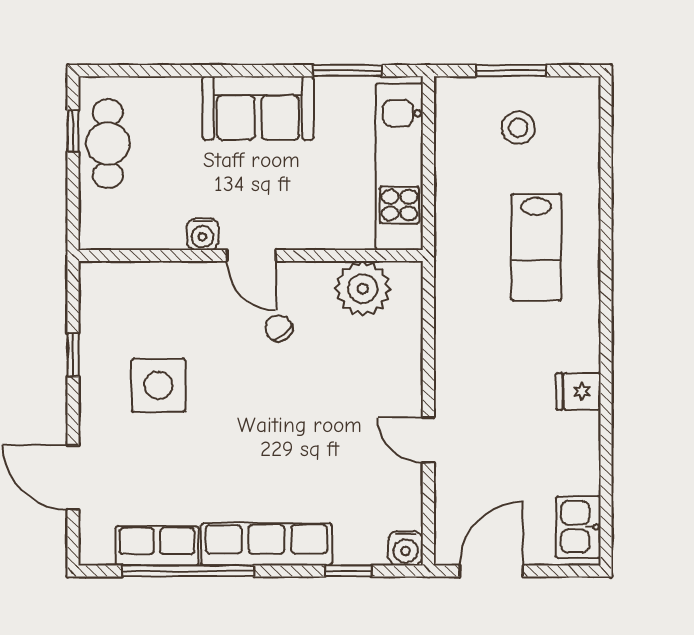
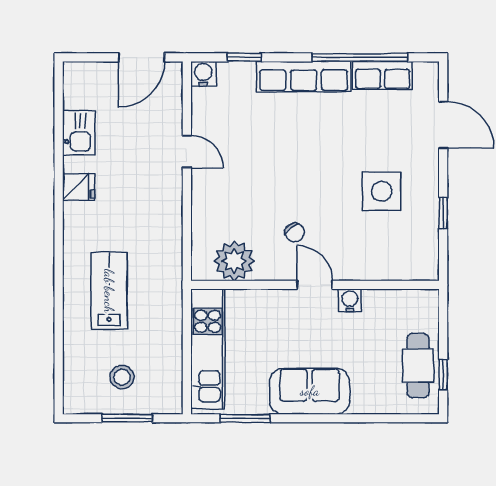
kitchen sink: (578, 527) -> (79, 133), moved

